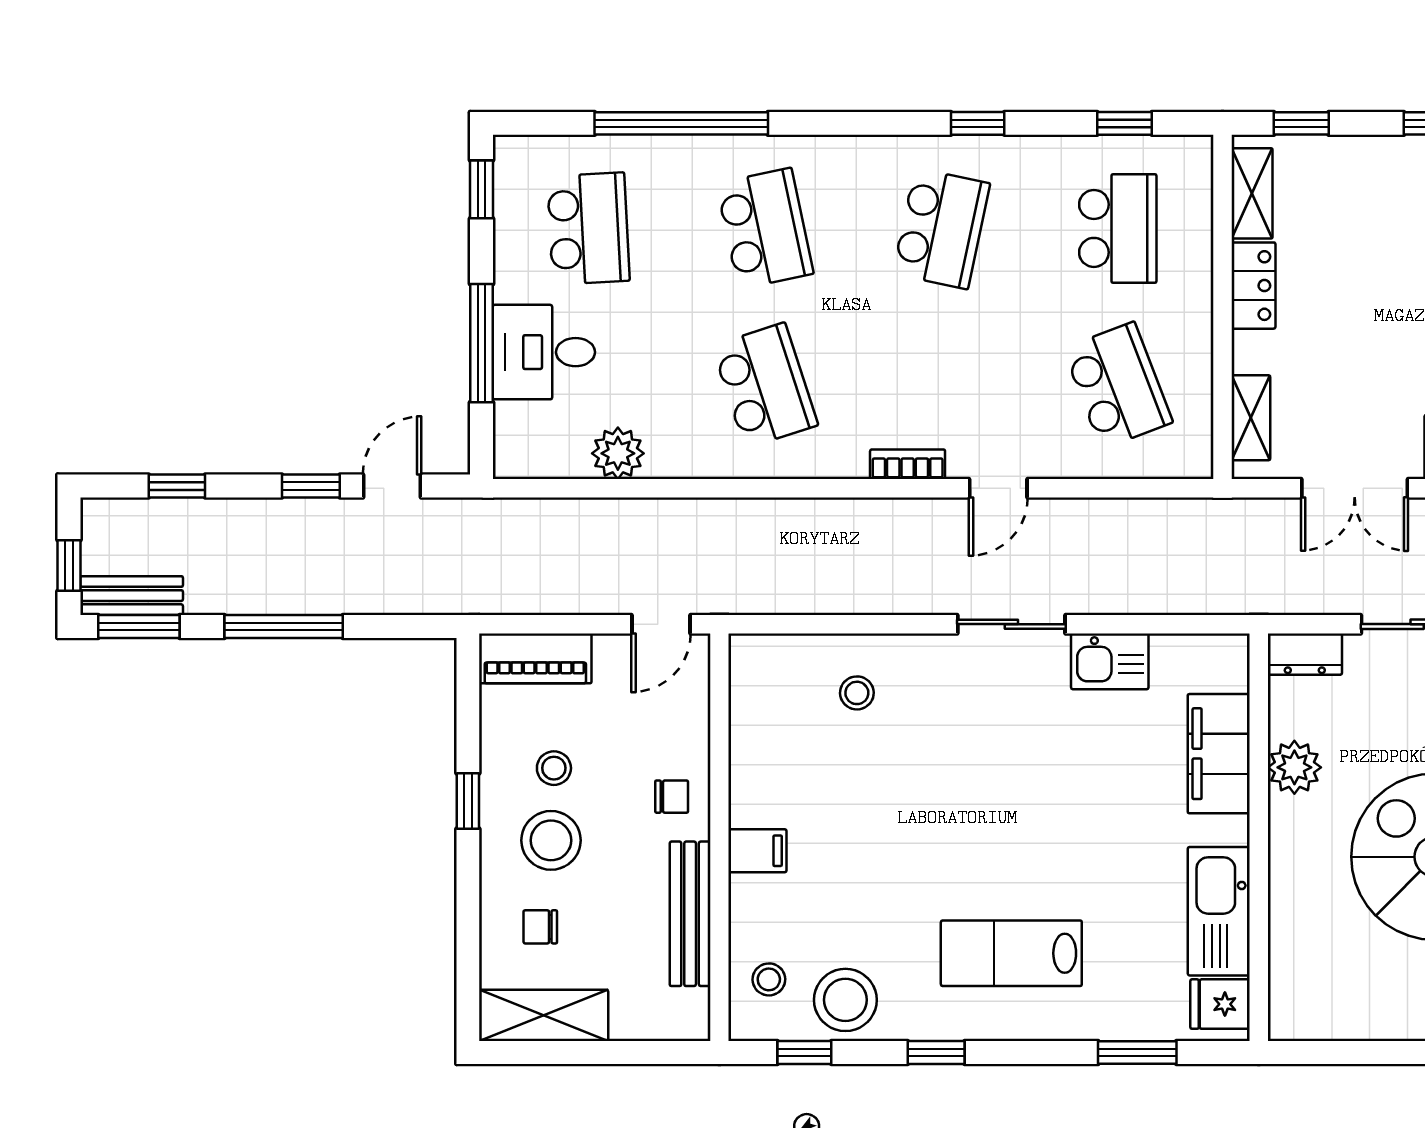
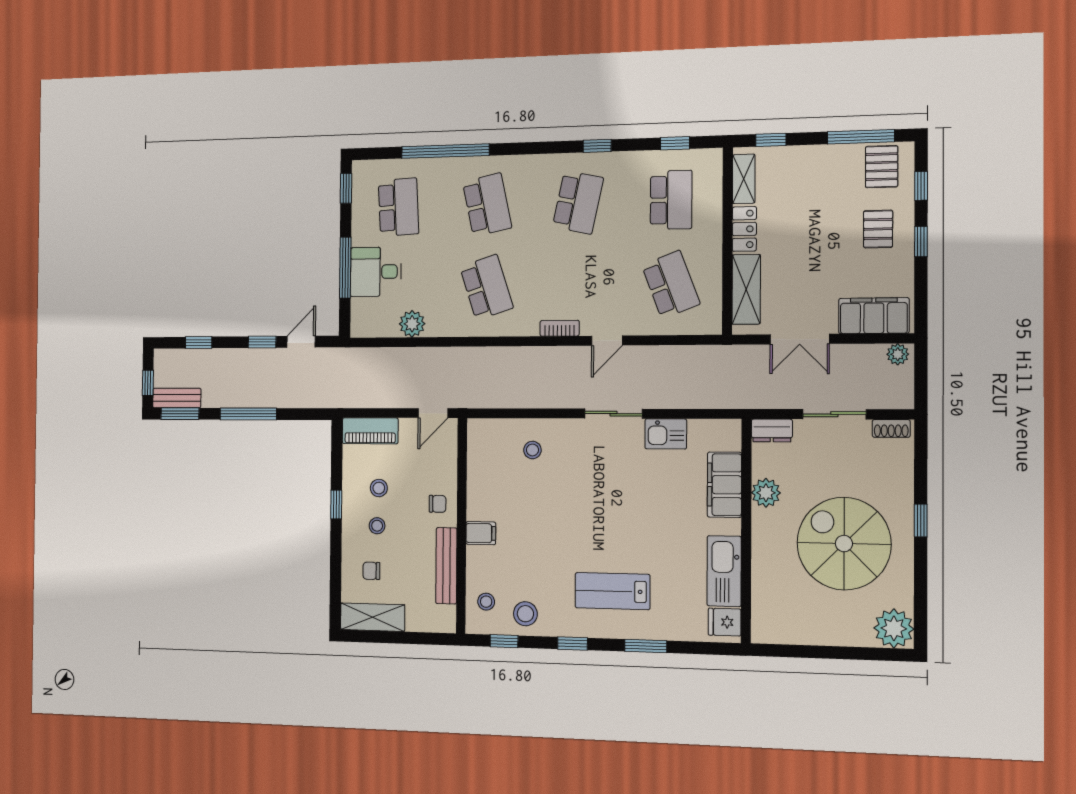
shelving: (1251, 418) -> (746, 289), width x1.50, depth x1.33
stool: (551, 840) -> (377, 526), width x0.53, depth x0.53
stool: (845, 1000) -> (525, 614), width x0.73, depth x0.73
window: (1137, 1053) -> (646, 646), moved

